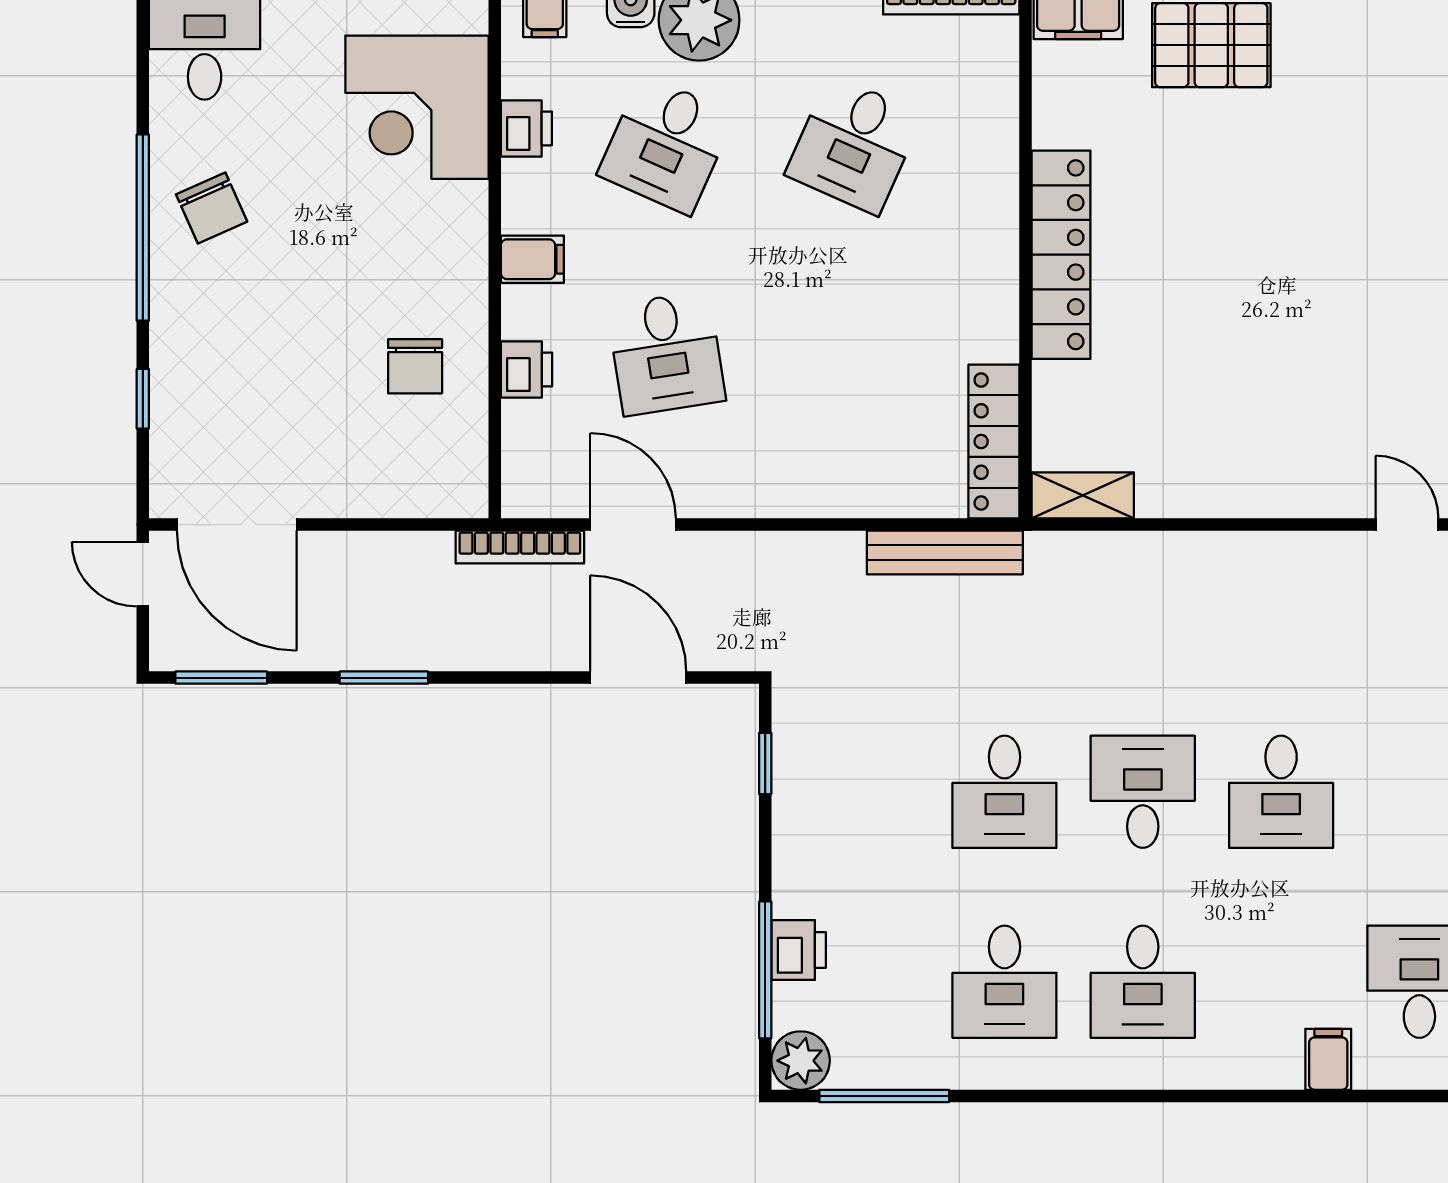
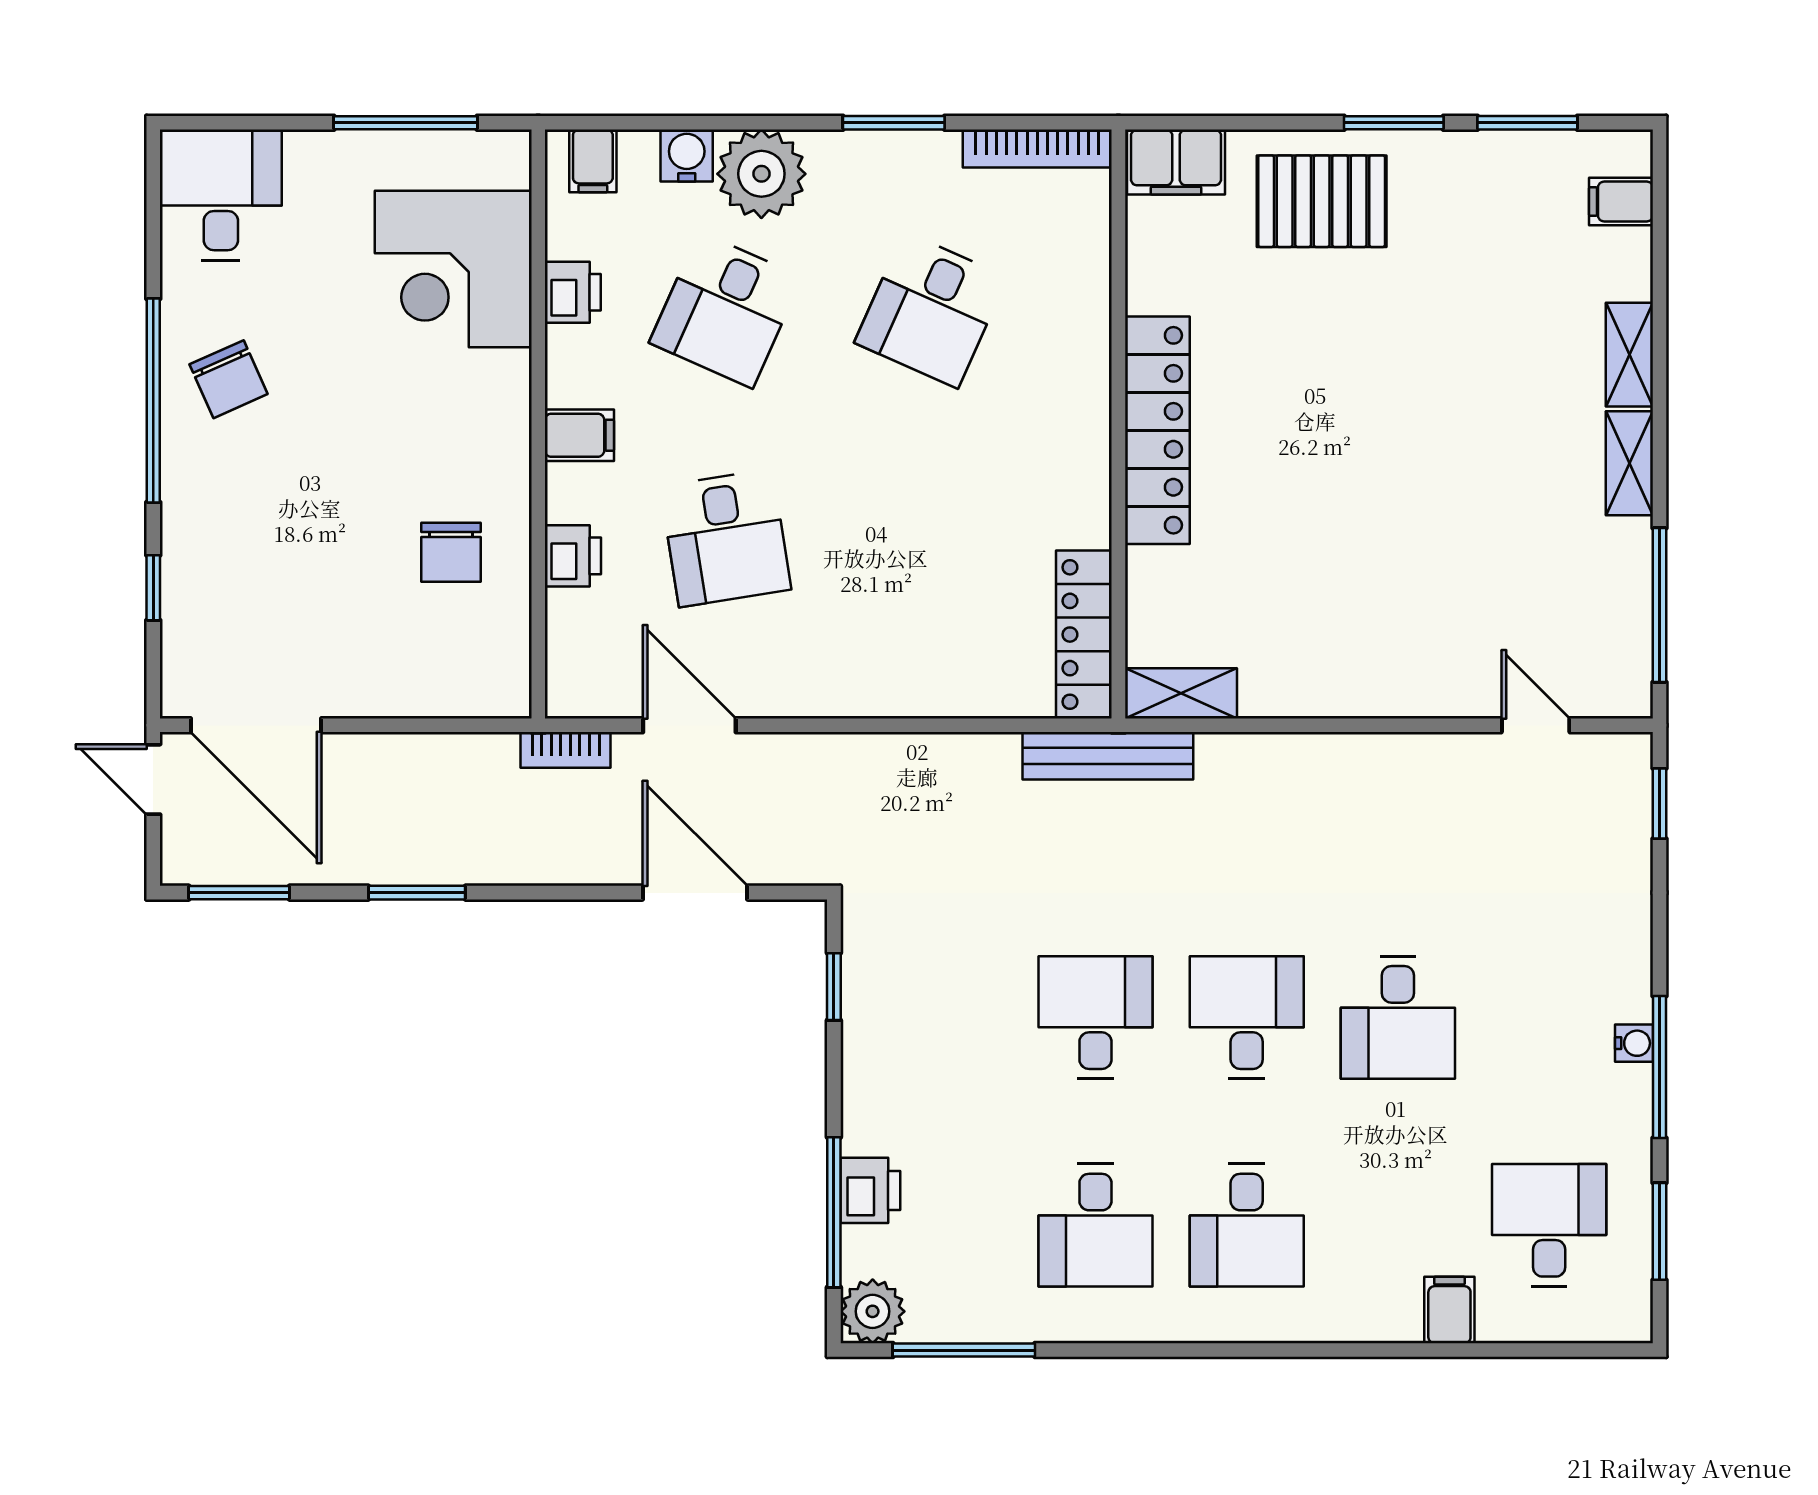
bookcase: (520, 547) -> (566, 750), width x0.64
bench: (945, 552) -> (1108, 756), moved
desk: (1004, 792) -> (1095, 1017), turned 180

